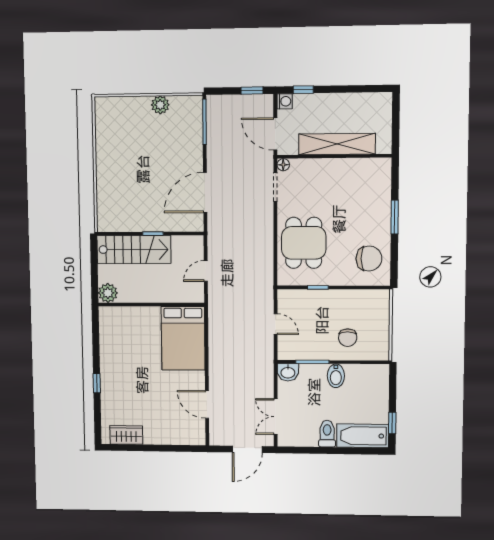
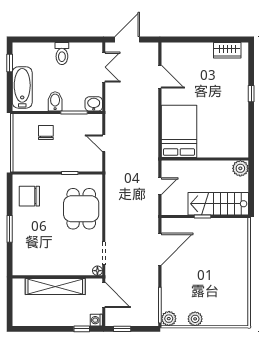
plant: (193, 105) -> (169, 319), added
bathtub: (363, 436) -> (22, 87), moved, turned -90

